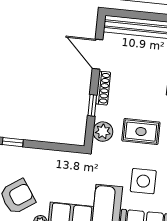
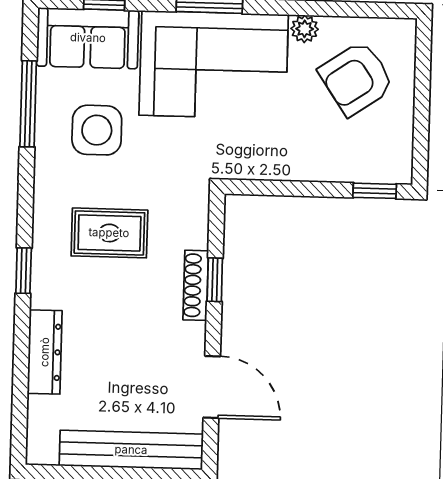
shoe rack: (103, 88) -> (196, 285), moved
plant: (103, 132) -> (189, 227), removed

